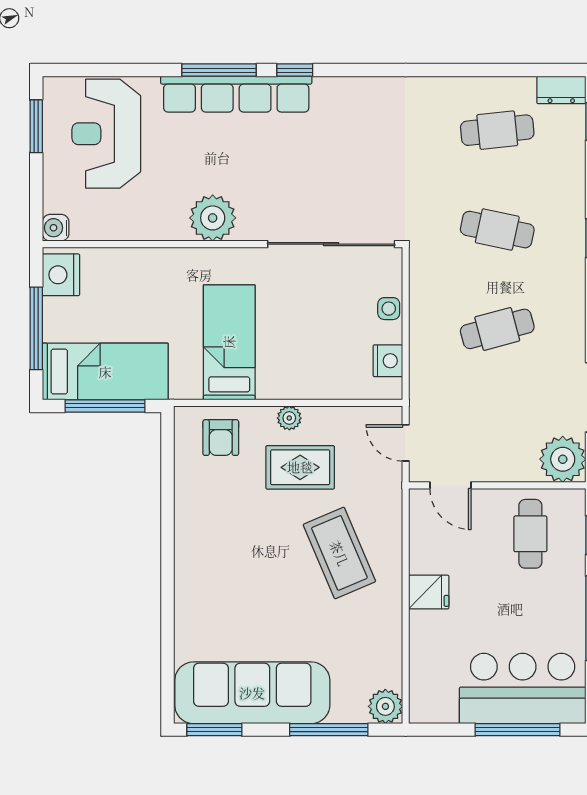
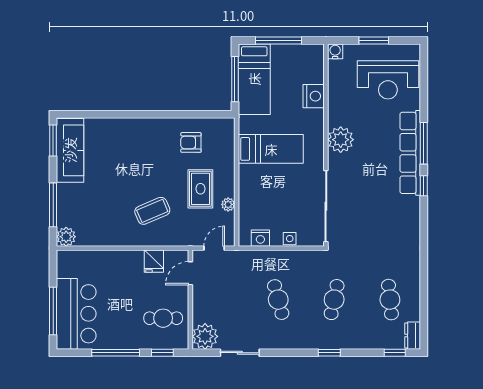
window: (36, 126) -> (374, 40), moved
reception desk: (106, 134) -> (388, 80), turned 180
nightstand: (61, 275) -> (314, 96), moved, turned 90
plant: (289, 418) -> (228, 204), moved
armchair: (221, 438) -> (191, 142), moved
coffee table: (339, 553) -> (152, 211), width x0.73, depth x0.76
fridge: (429, 592) -> (154, 261), moved
sofa: (252, 693) -> (70, 150), width x0.74, depth x0.79

